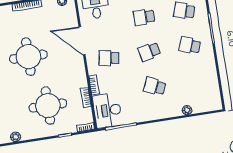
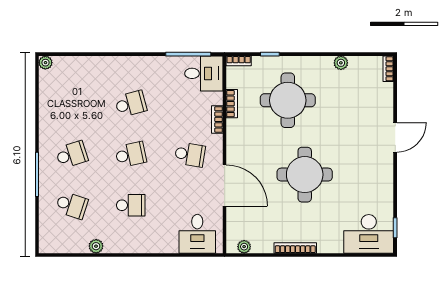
school desk: (190, 45) -> (72, 155), turned -39
school desk: (155, 86) -> (131, 104), turned -39
desk: (107, 110) -> (204, 73), width x0.73
plant: (187, 110) -> (45, 63), moved

